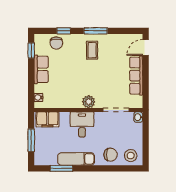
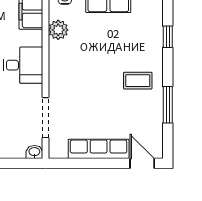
window: (96, 31) -> (168, 105), moved
chair: (56, 43) -> (149, 25), removed
plant: (89, 102) -> (58, 30), moved

